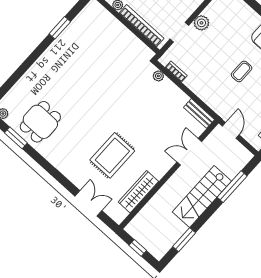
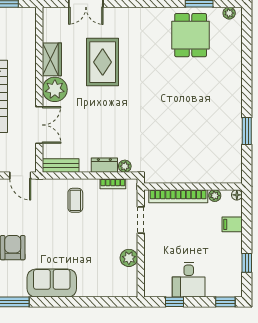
plant: (201, 23) -> (129, 258), moved
coffee table: (242, 71) -> (75, 200), moved
dresser: (171, 88) -> (104, 165), added
plant: (159, 166) -> (55, 89), added
wardrobe: (138, 192) -> (52, 59), width x0.67

